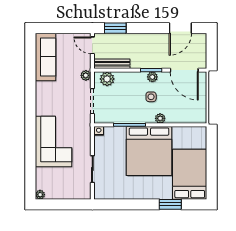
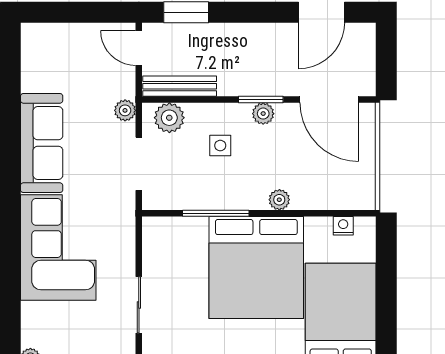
sofa: (46, 57) -> (42, 143), moved
side table: (151, 97) -> (220, 146), moved
nightstand: (99, 131) -> (343, 226), moved

